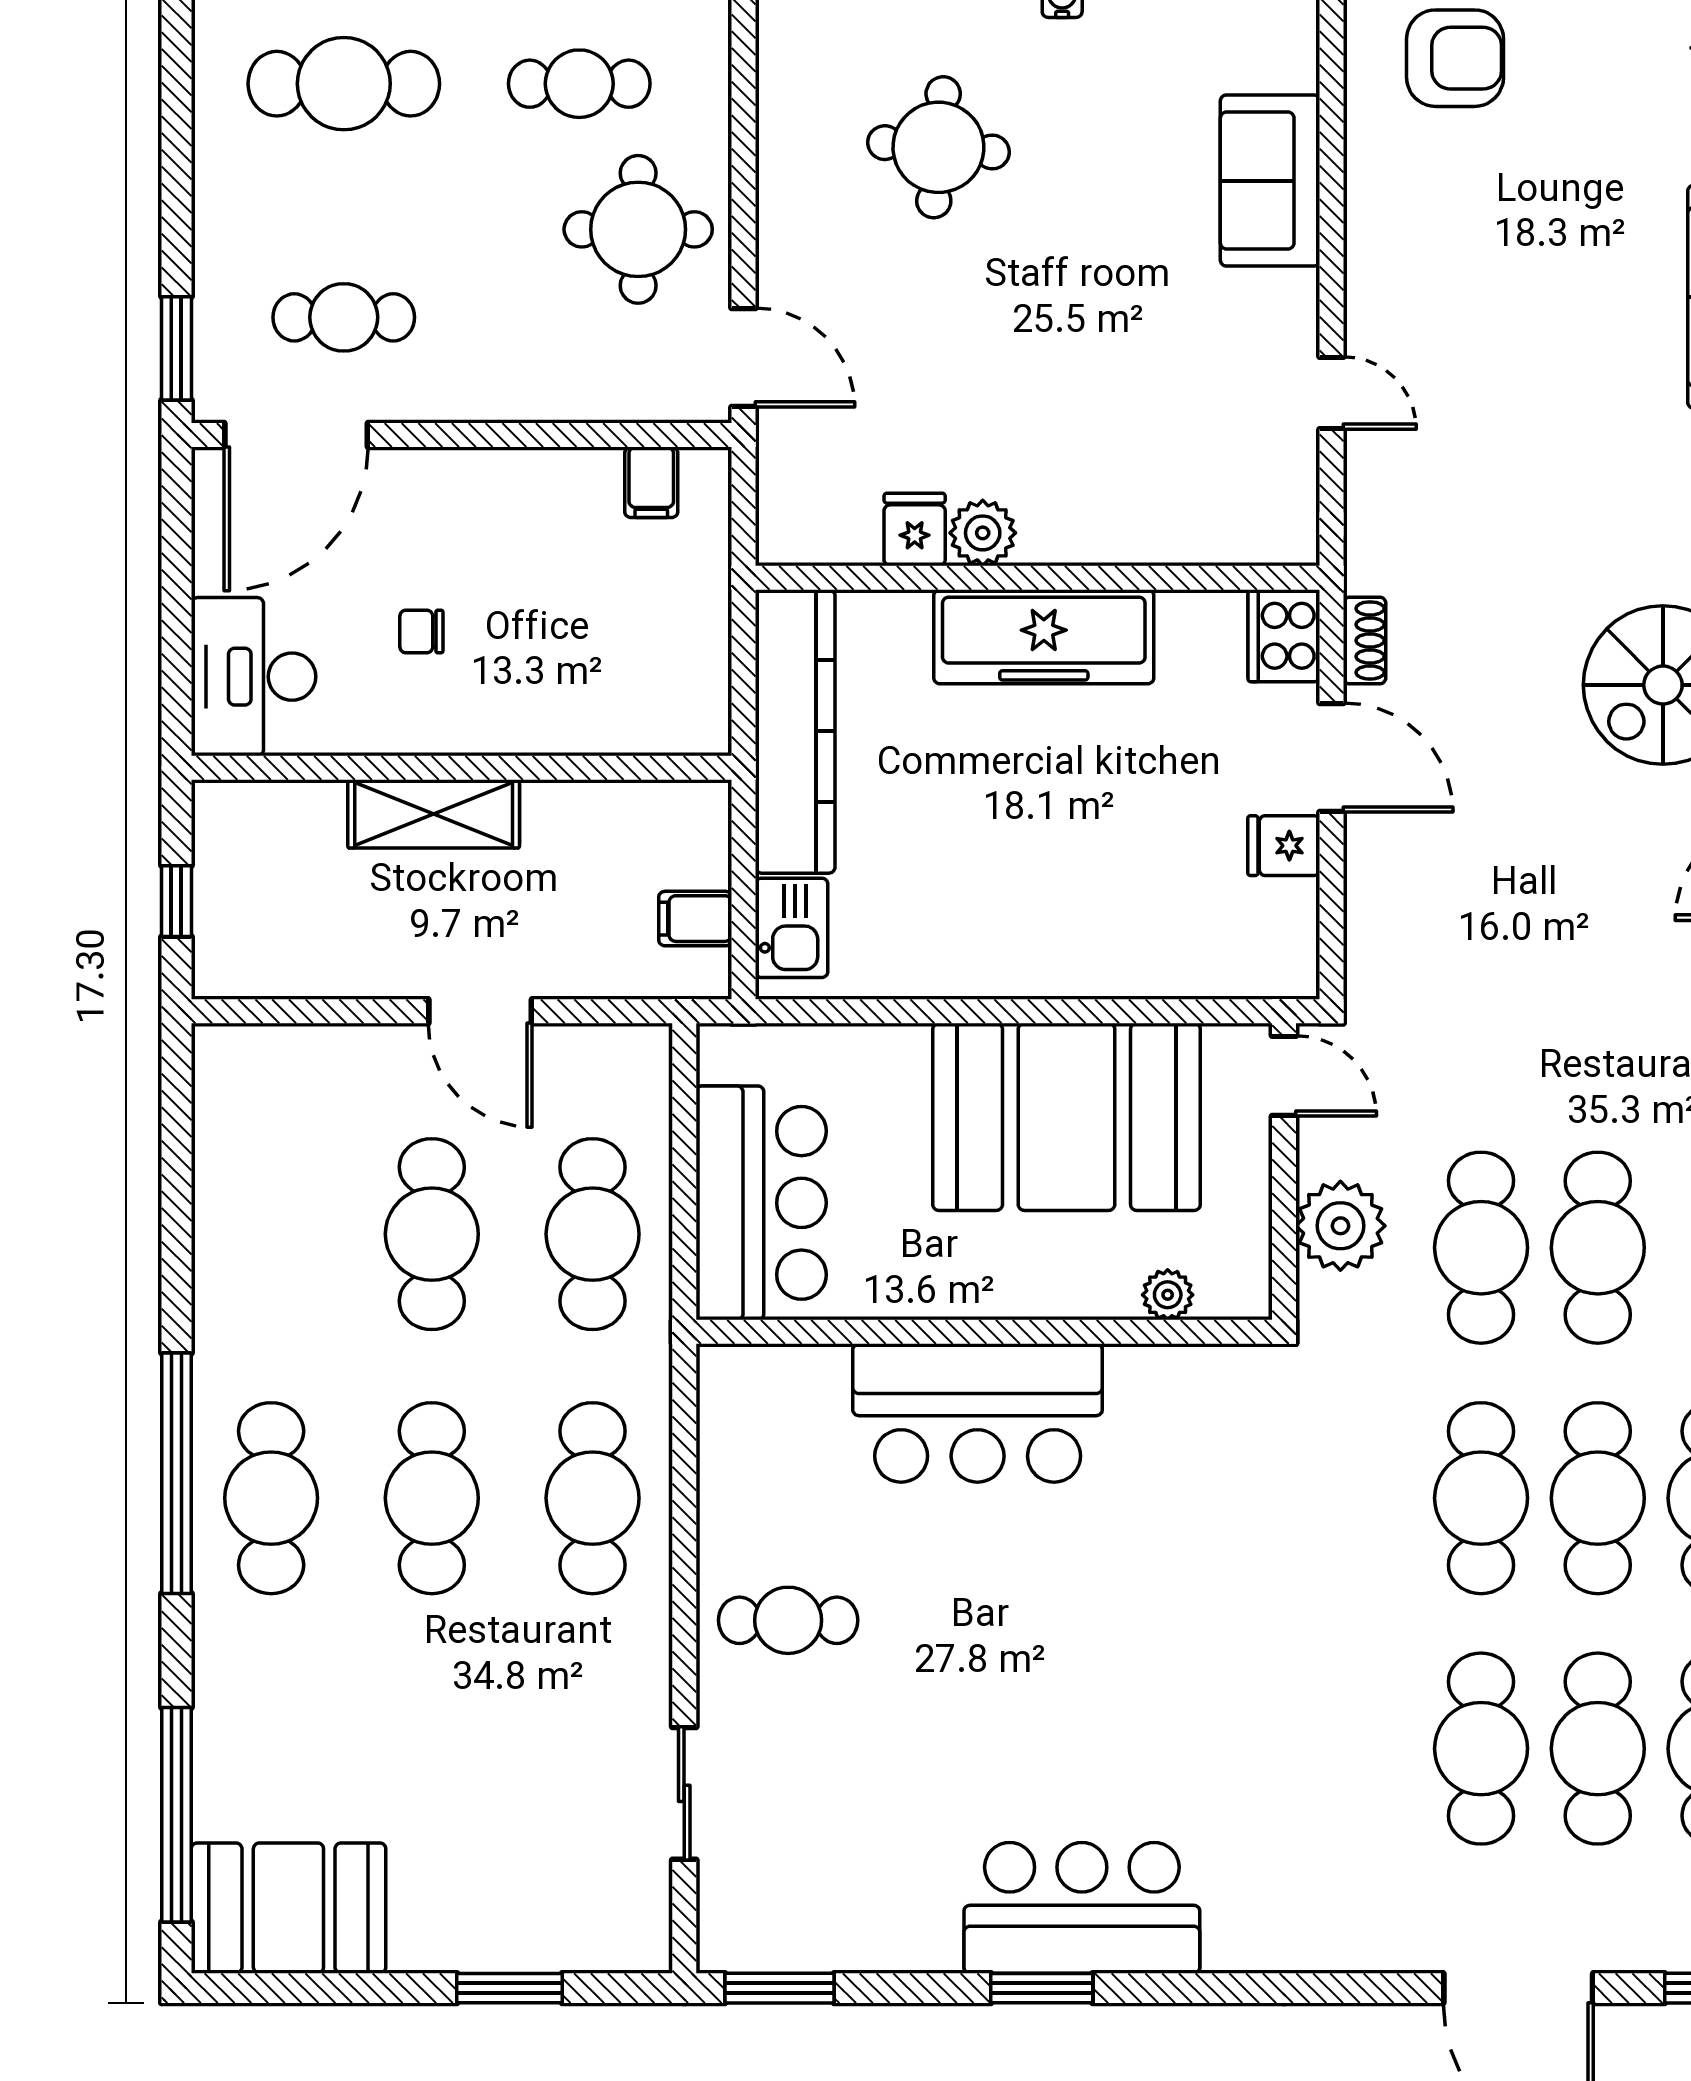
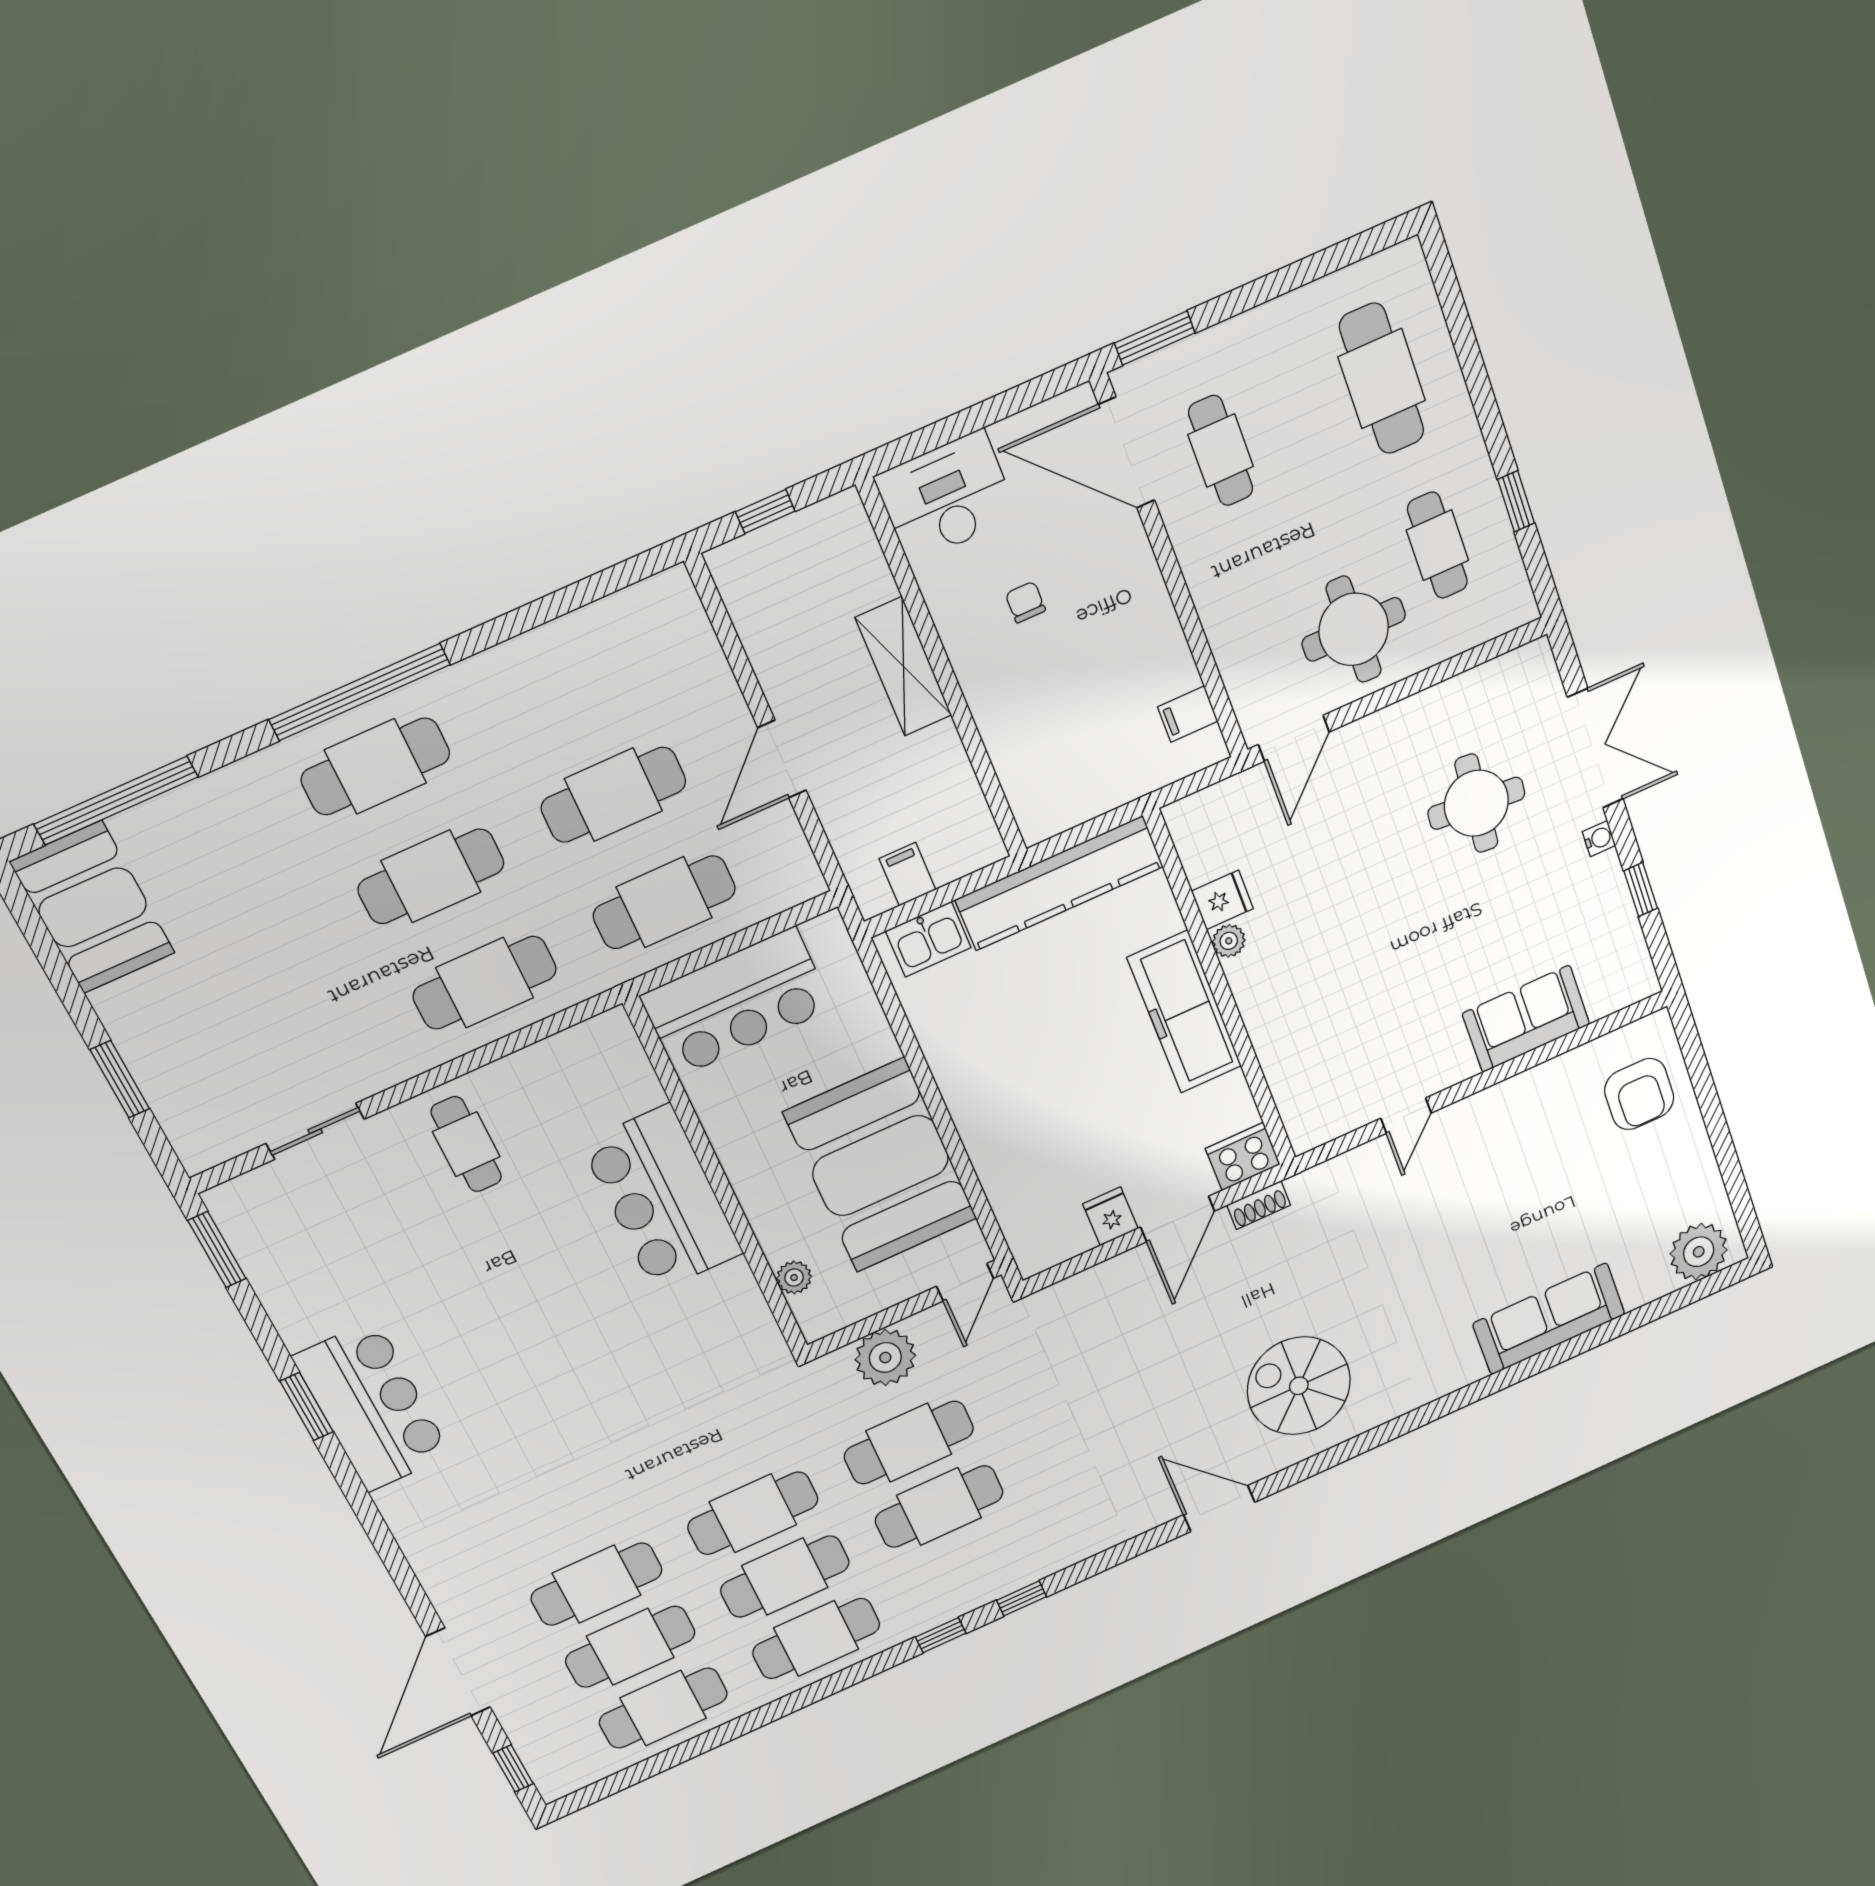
plant: (983, 533) -> (1229, 941), width x0.73, depth x0.73

